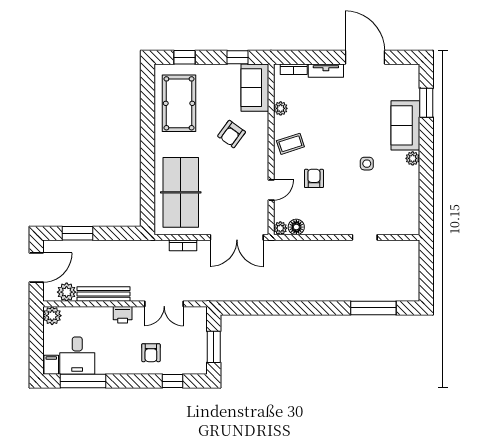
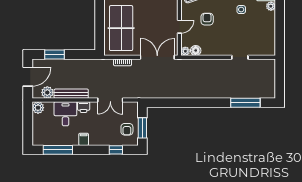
double door: (237, 237) -> (157, 57), swing flipped
armchair: (151, 353) -> (127, 129), moved
desk: (77, 356) -> (65, 114), moved, turned 180
filing cabinet: (51, 365) -> (84, 139), moved

